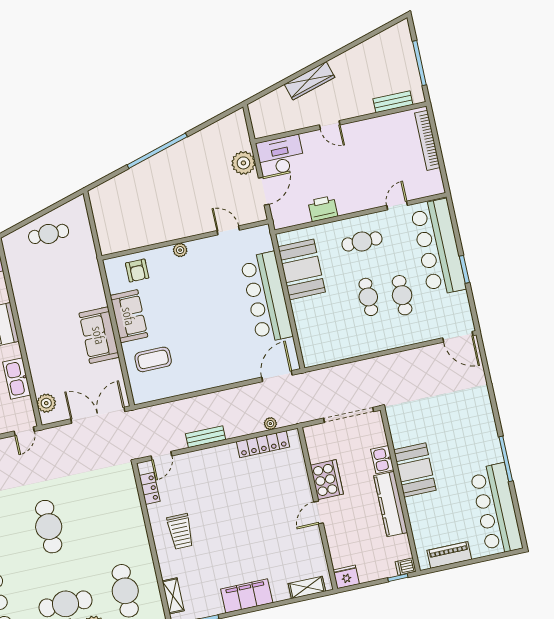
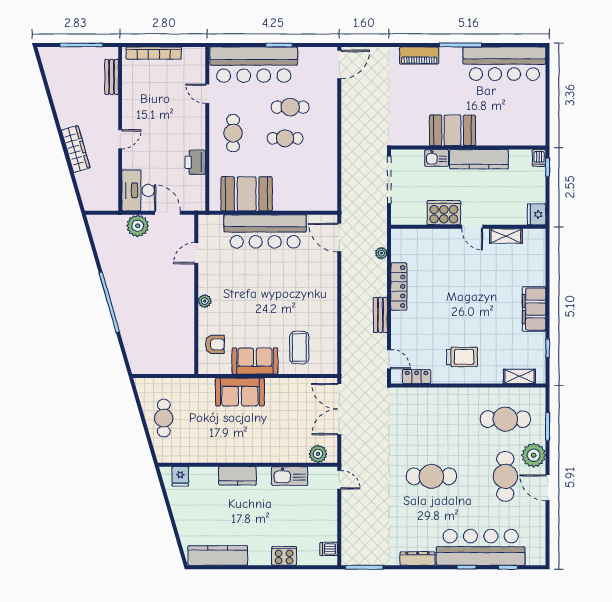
sofa: (99, 335) -> (240, 392), moved
locker: (263, 444) -> (399, 286), moved
piano: (449, 555) -> (419, 56), moved, turned -90
shelving: (307, 587) -> (506, 236), moved, turned 90

